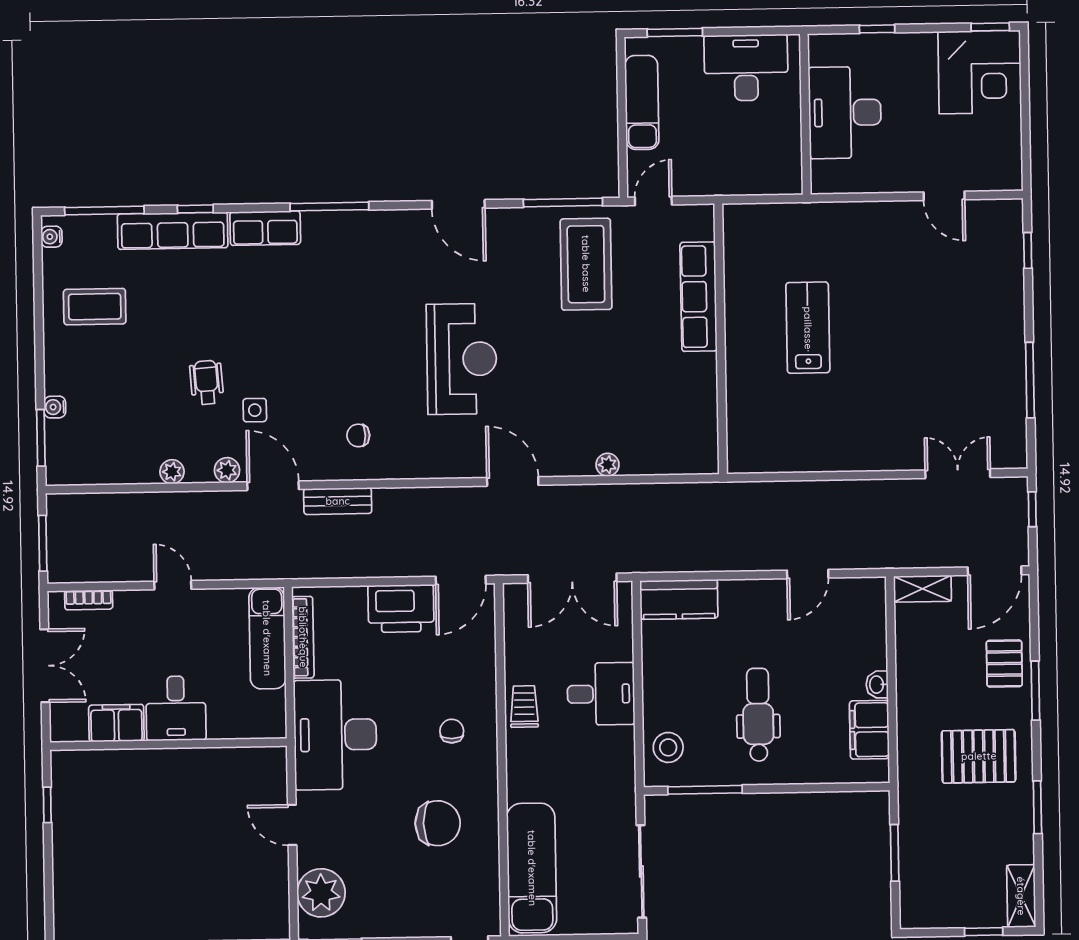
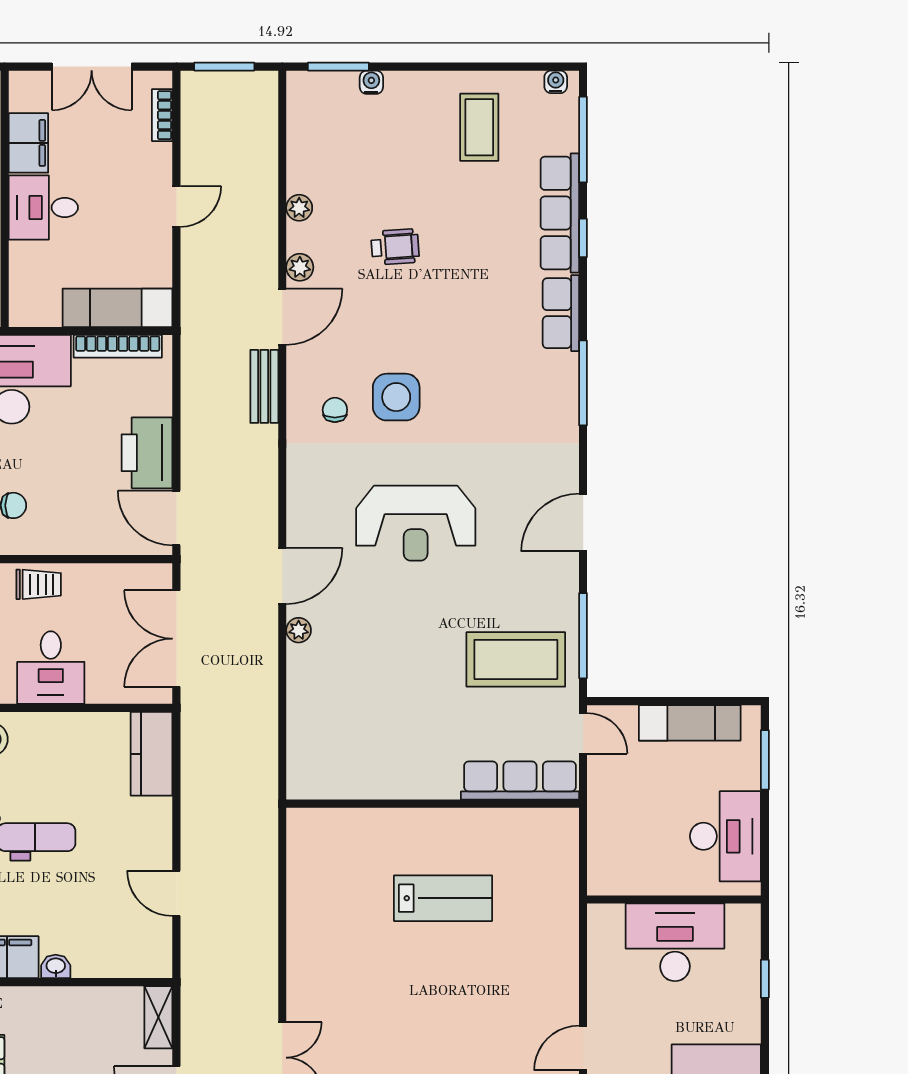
row of seats: (699, 297) -> (520, 781), moved
side table: (255, 410) -> (396, 397), moved, width x1.87, depth x1.87
plant: (608, 465) -> (299, 630), moved

